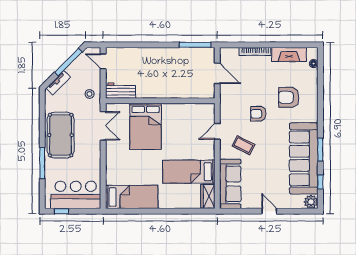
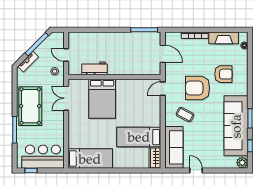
door: (103, 61) -> (66, 55), moved
workbench: (120, 91) -> (94, 68), moved
armchair: (289, 97) -> (223, 74), turned 180
armchair: (258, 114) -> (198, 88), width x1.88, depth x1.88
double door: (103, 126) -> (66, 98), swing flipped
door: (217, 131) -> (163, 89), moved
door: (269, 211) -> (196, 171), moved

